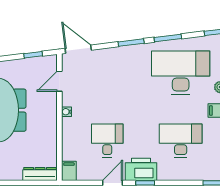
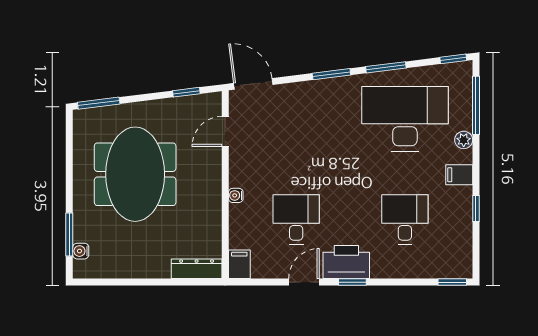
water cooler: (66, 112) -> (236, 195), moved
desk: (181, 141) -> (405, 219), width x0.73

